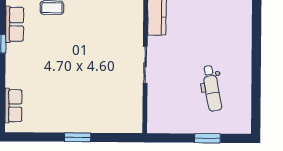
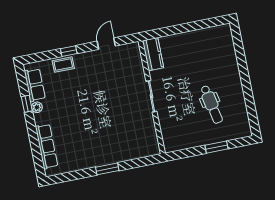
plant: (12, 50) -> (37, 107), added
row of seats: (13, 106) -> (47, 146), width x1.48

